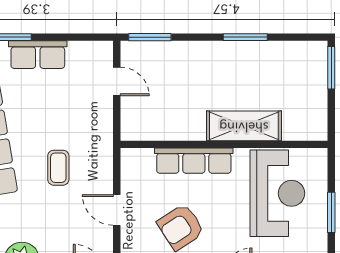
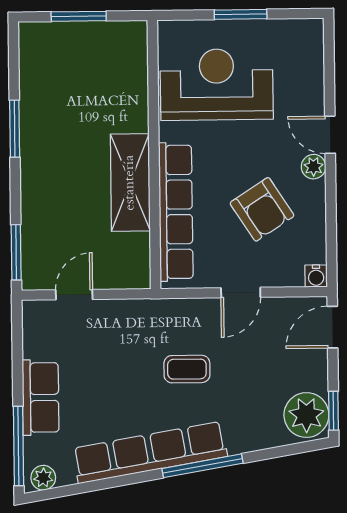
window: (331, 68) -> (79, 16), moved
shelving: (244, 126) -> (130, 183), moved
row of seats: (194, 161) -> (176, 212), width x1.36

